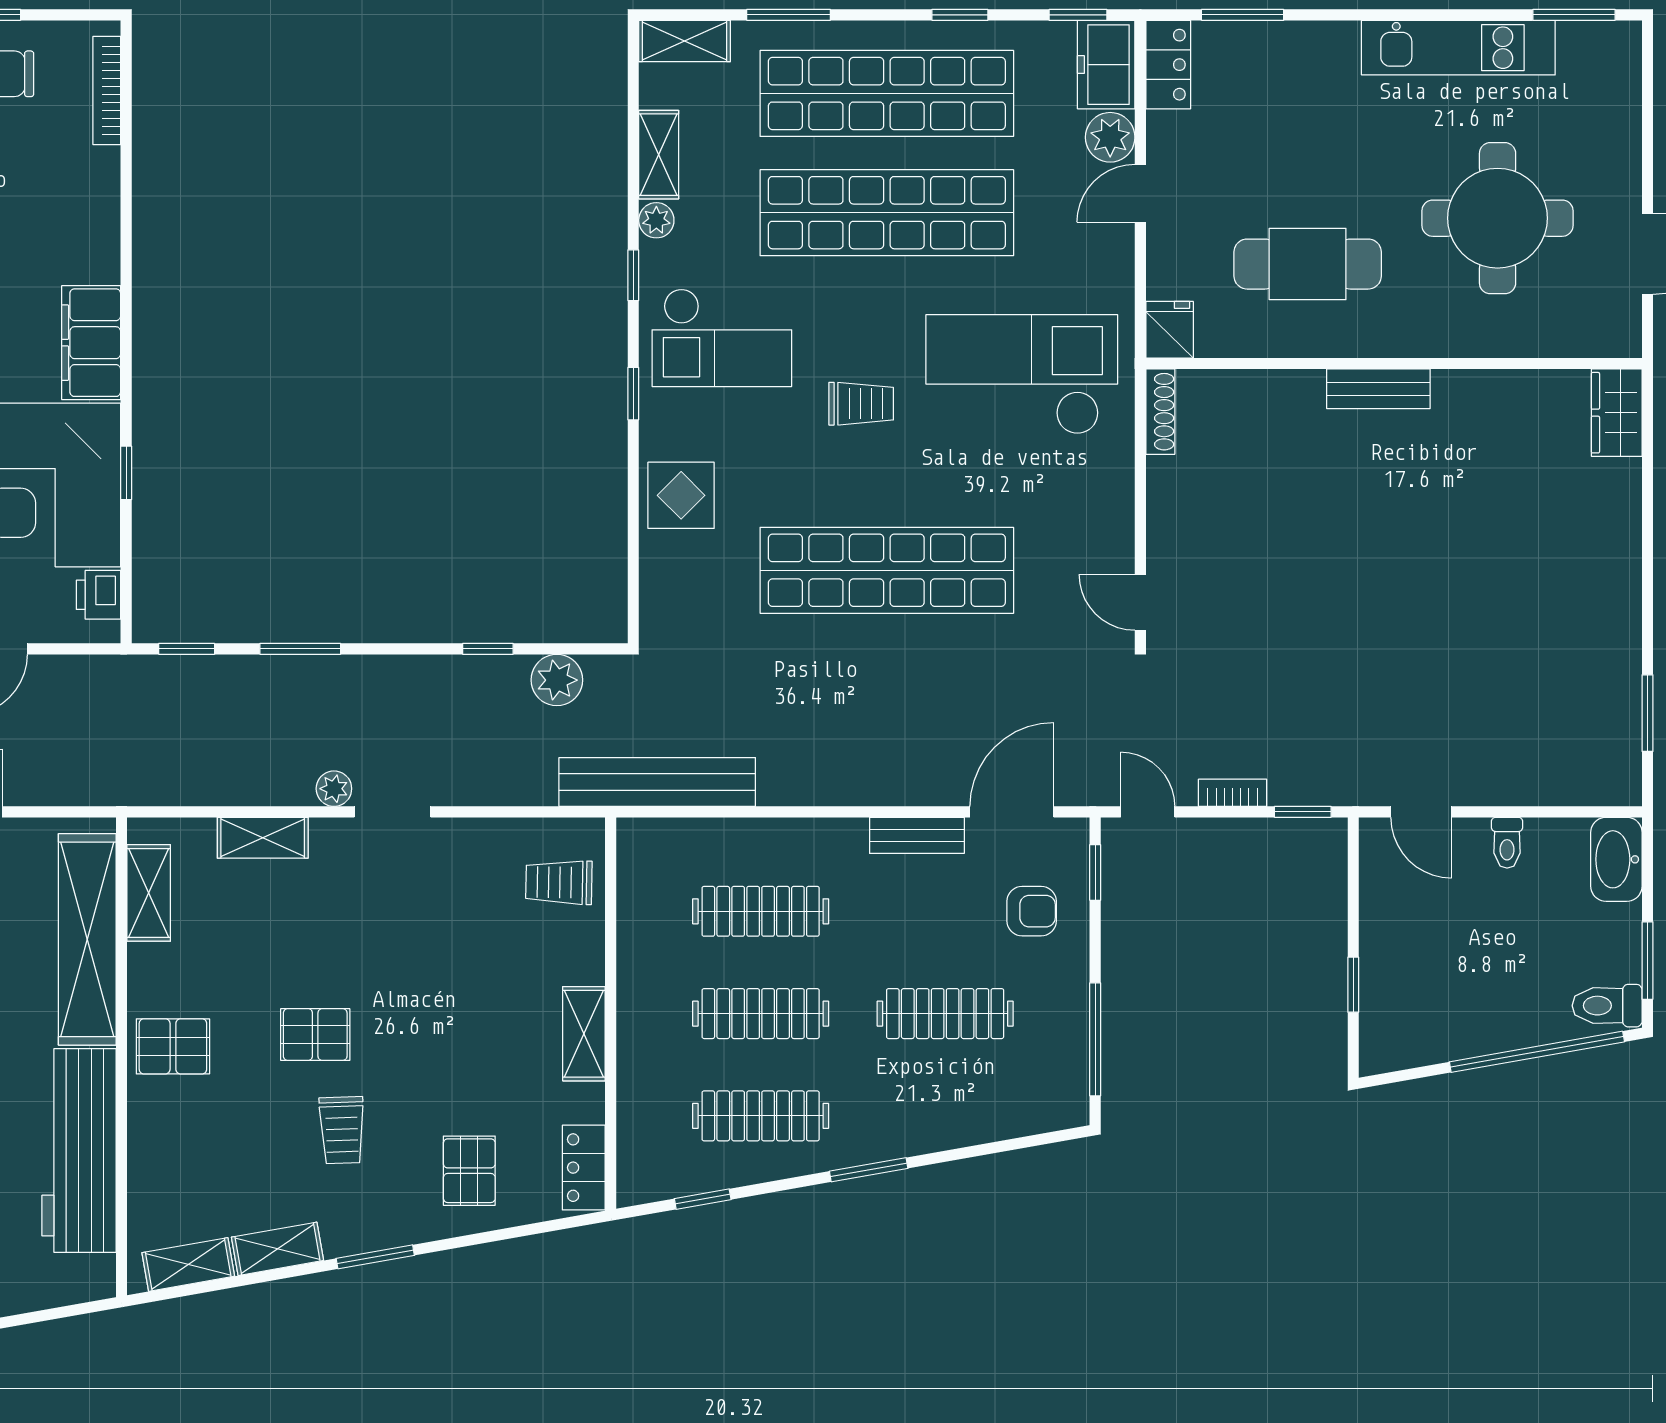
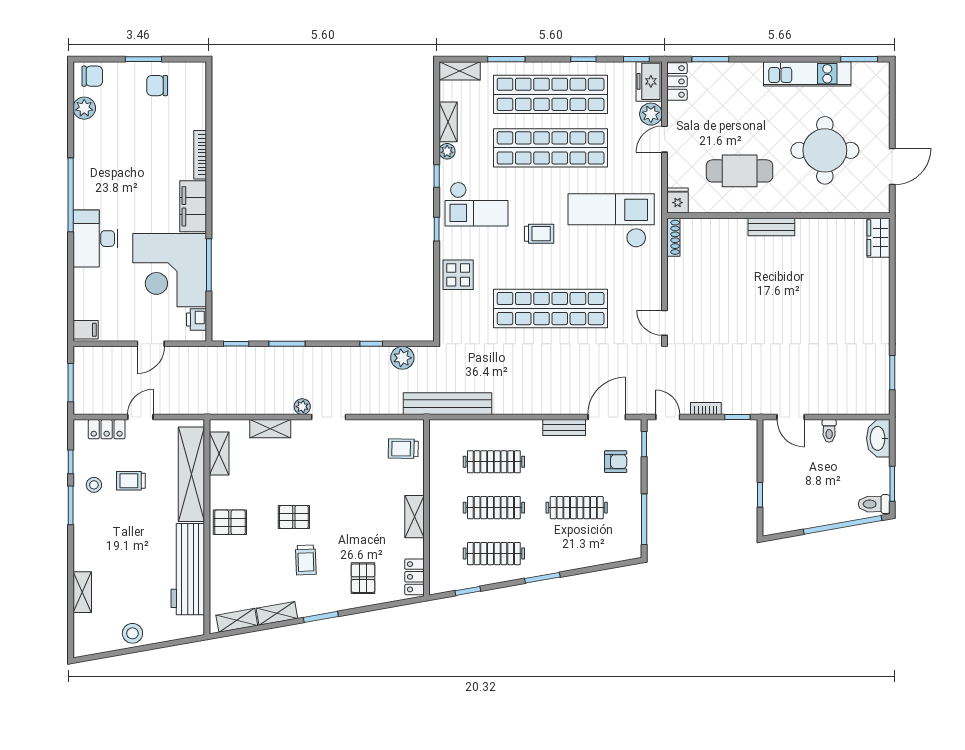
bookcase: (107, 91) -> (200, 155), moved
window: (126, 473) -> (209, 265), width x2.17

